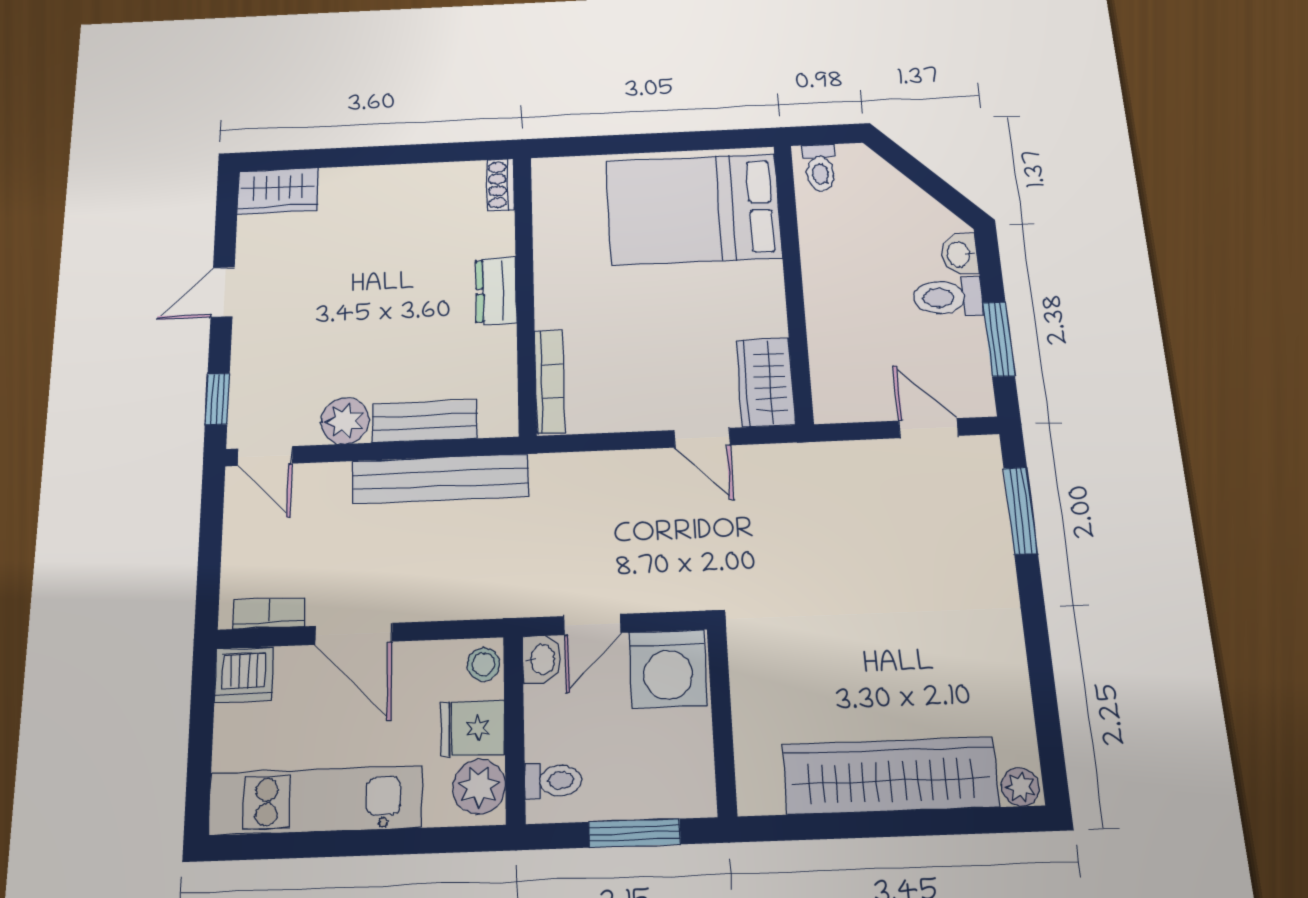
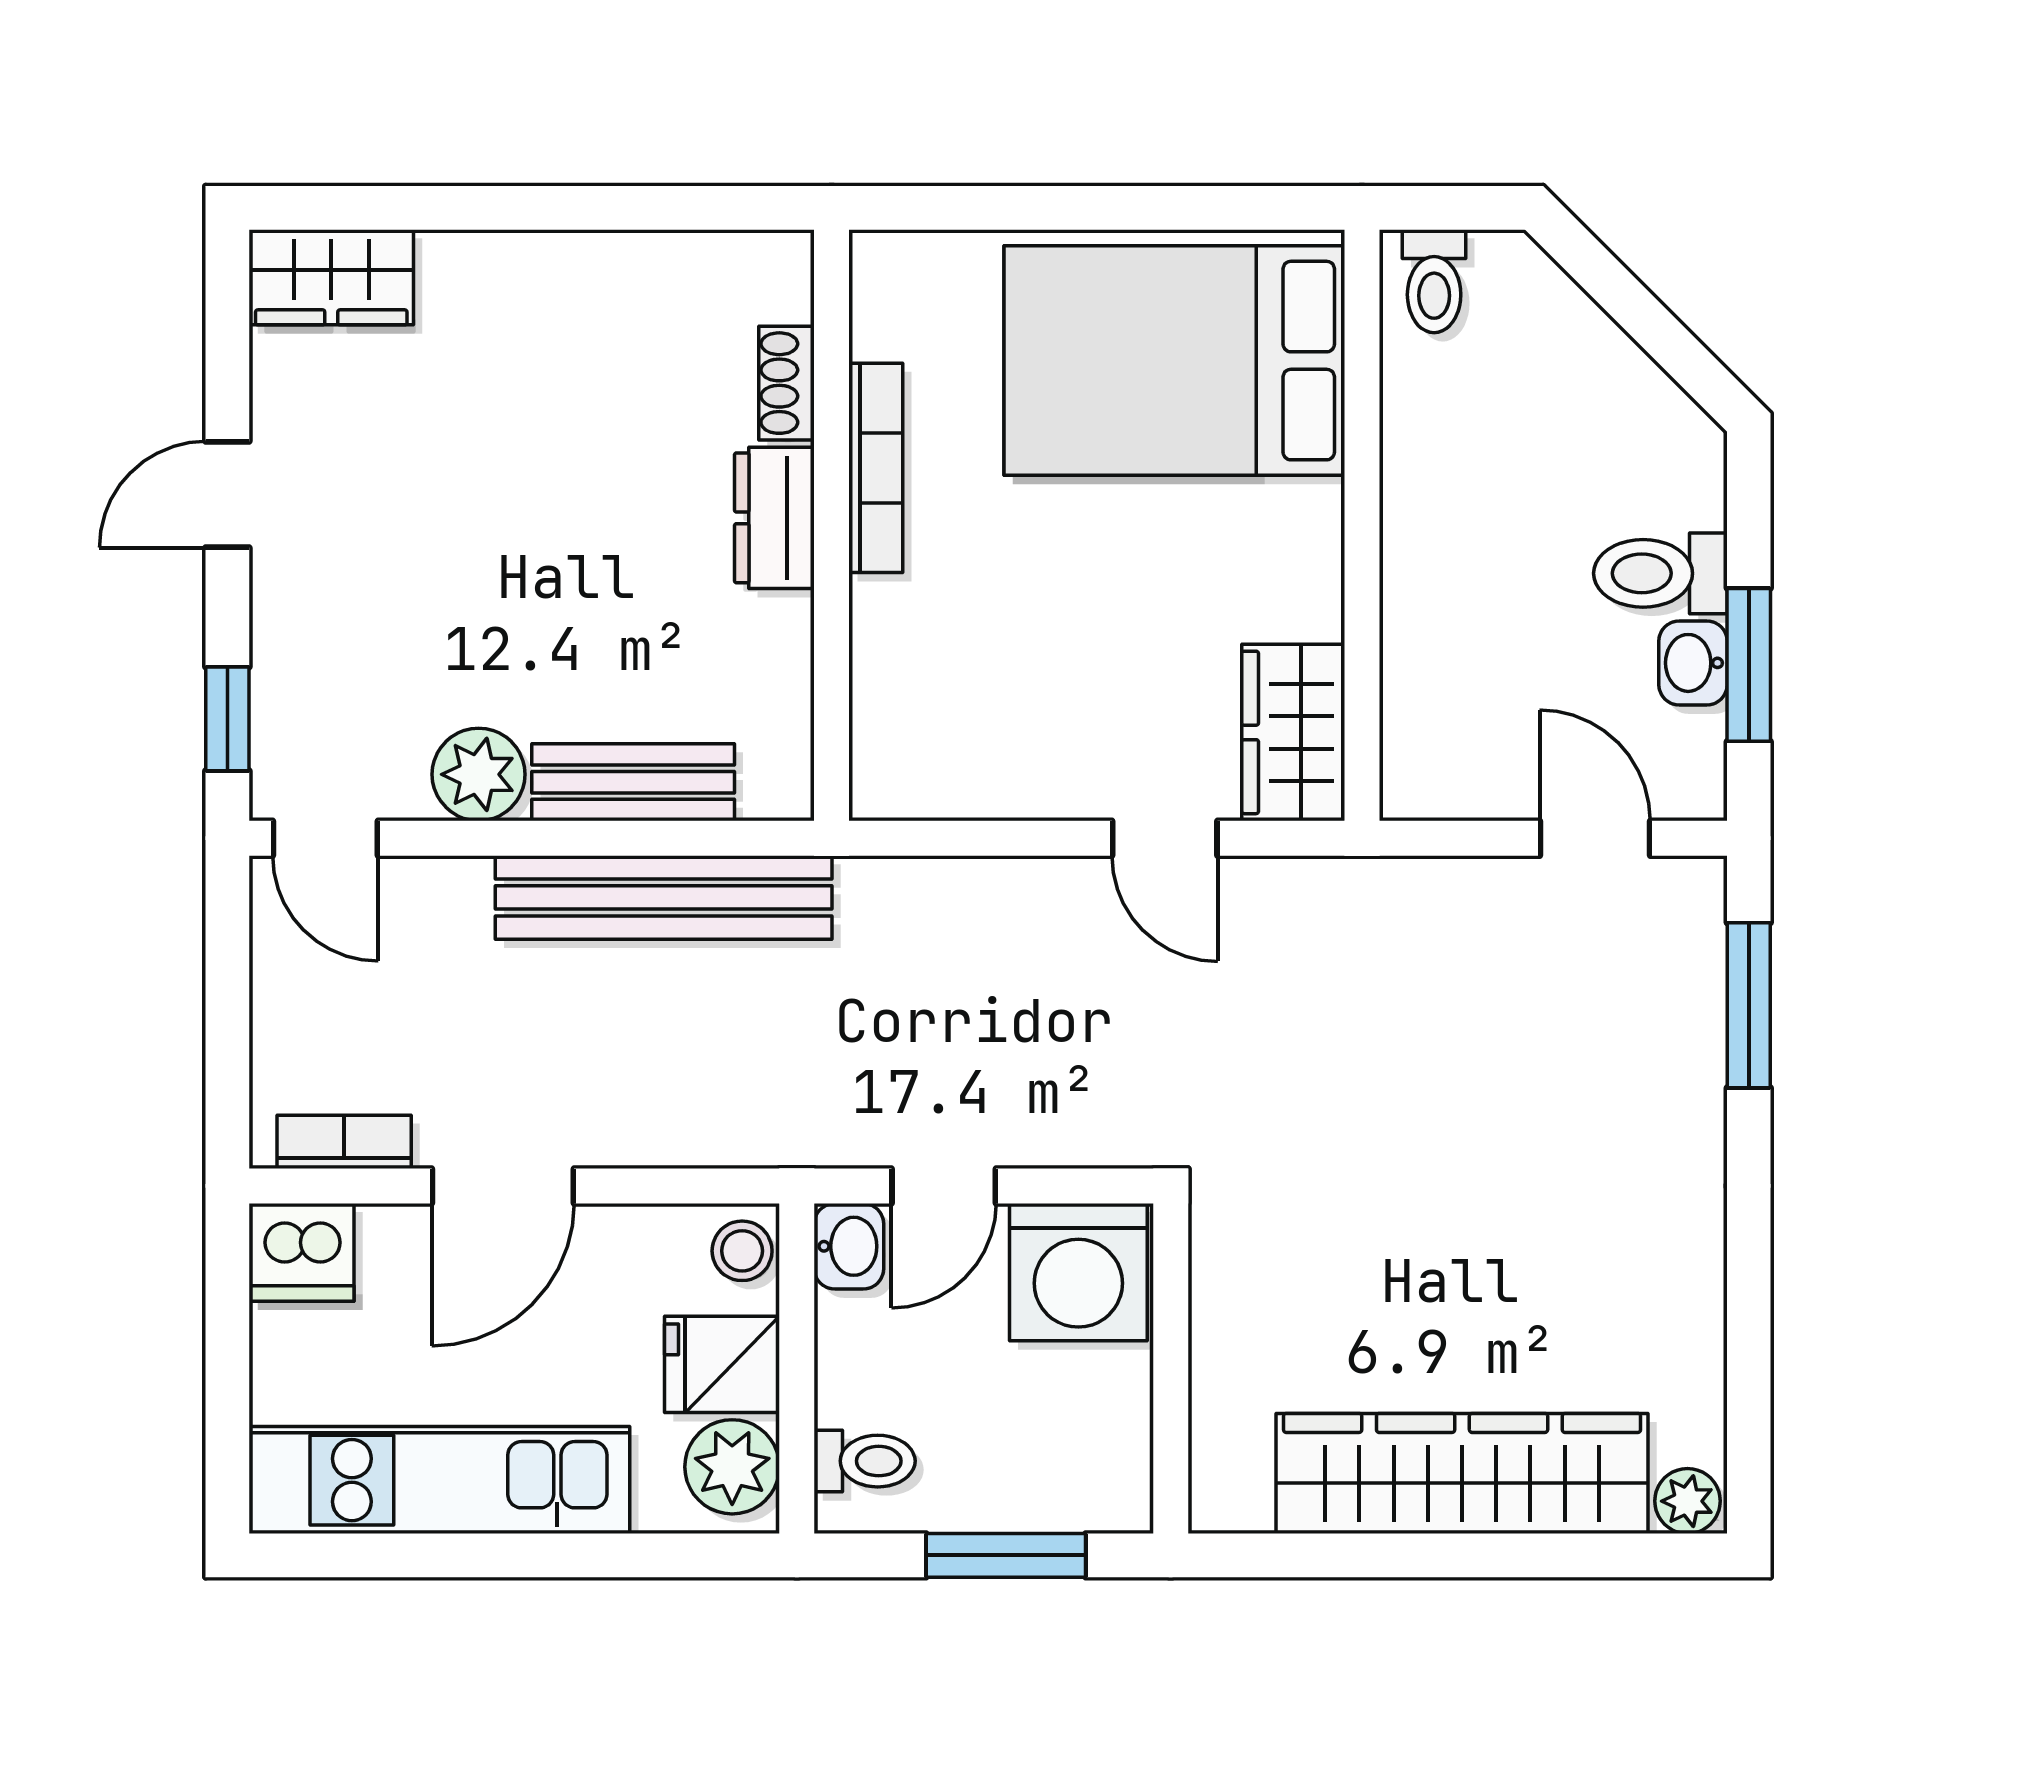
shoe rack: (501, 185) -> (787, 383), moved
washbasin: (960, 254) -> (1693, 663), moved
bookcase: (549, 381) -> (876, 468), moved
door: (354, 634) -> (503, 1186), hinge flipped

